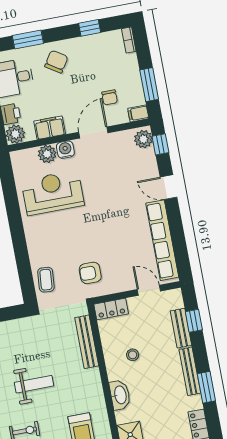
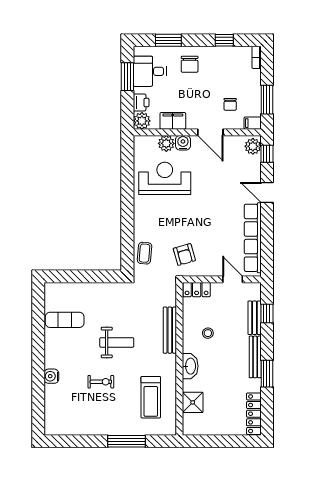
chair: (56, 62) -> (190, 64), turned 147
door: (93, 132) -> (210, 132), swing flipped
armchair: (90, 273) -> (184, 254), turned -106
bench: (87, 342) -> (170, 330), moved

